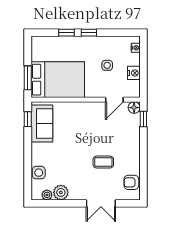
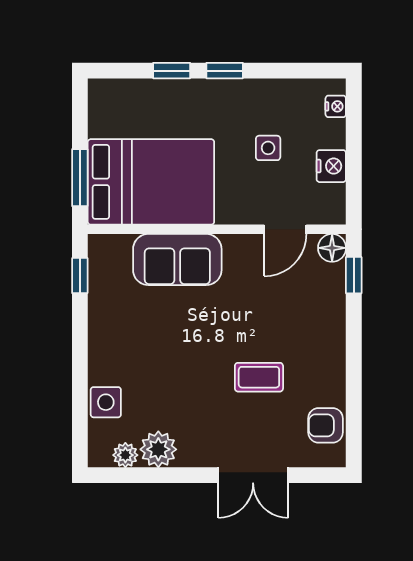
sofa: (42, 124) -> (177, 260), moved, turned 90

